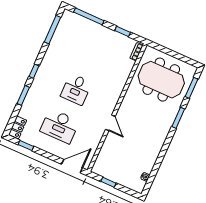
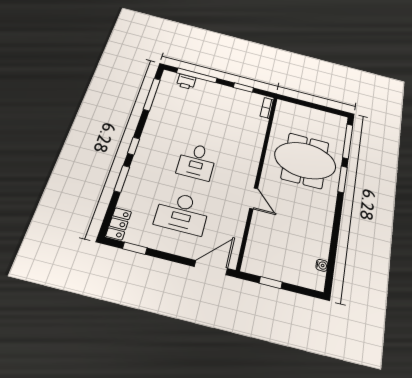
printer: (80, 21) -> (186, 82), added
meeting table: (161, 80) -> (305, 161), moved
window: (192, 88) -> (348, 141), width x1.44

